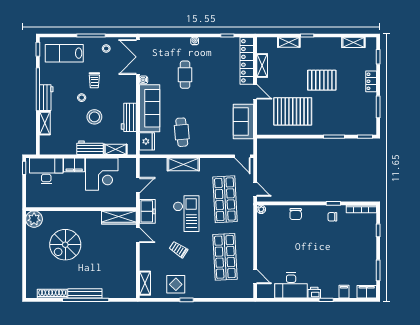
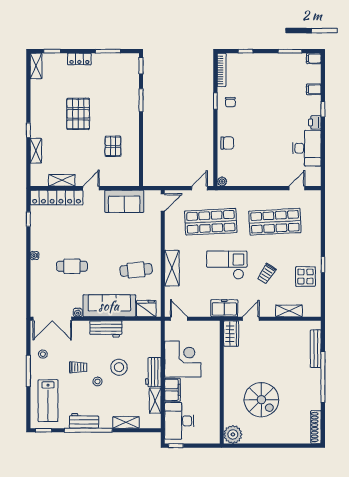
shelving: (353, 42) -> (36, 66), moved
workbench: (46, 98) -> (84, 421), moved
pallet: (293, 111) -> (113, 146), width x0.49, depth x0.50
workbench: (129, 117) -> (106, 329), moved
shelving: (116, 149) -> (155, 401), moved
door: (138, 185) -> (179, 319), moved
wardrobe: (119, 218) -> (231, 334), width x0.67
shelving: (145, 283) -> (289, 311), moved
filing cabinet: (367, 292) -> (314, 58), width x0.50
bench: (85, 293) -> (316, 349), moved
shoe rack: (52, 294) -> (316, 427), moved

